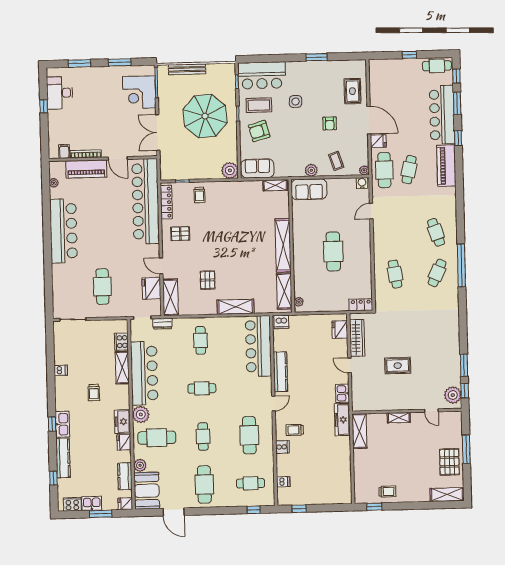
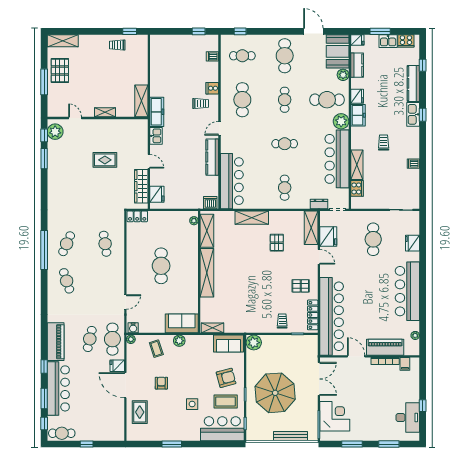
fridge: (59, 283) -> (412, 243), added

